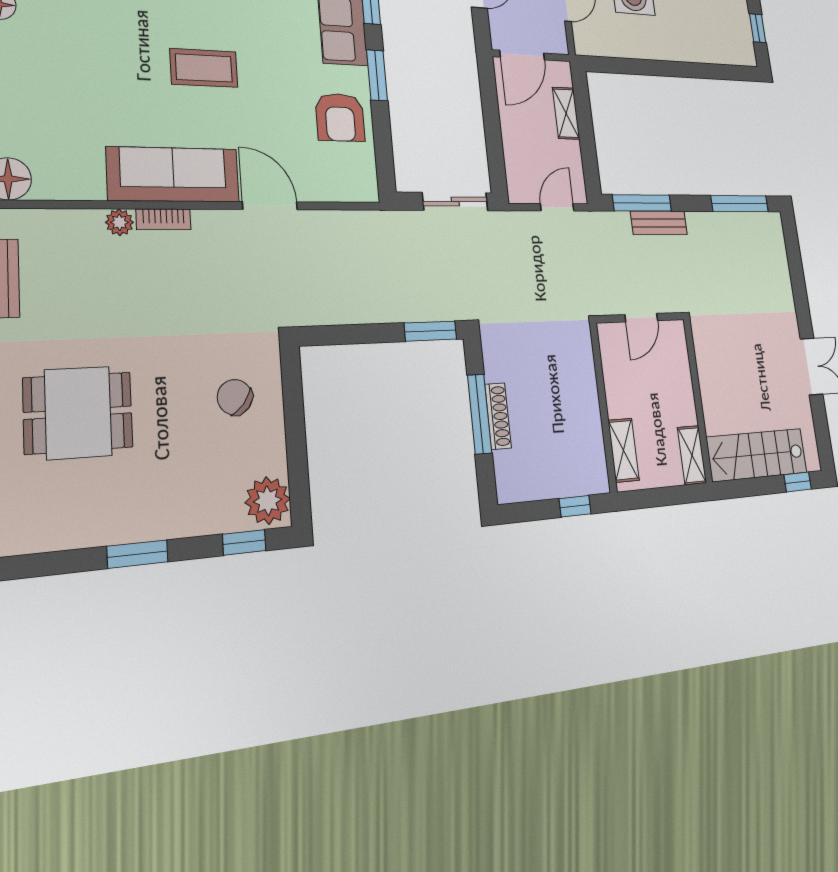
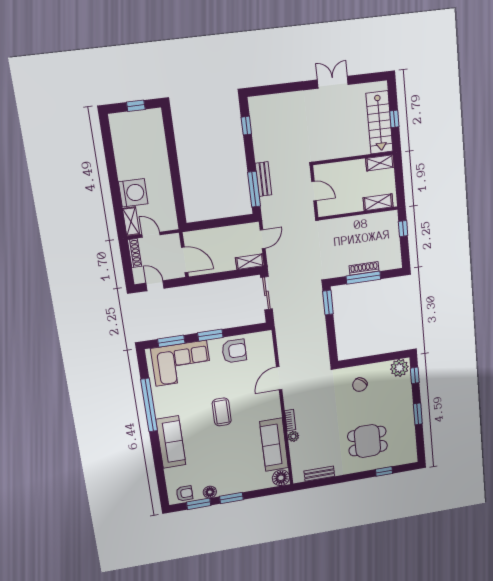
shelving: (566, 113) -> (250, 262), moved
sofa: (173, 174) -> (274, 445), moved
window: (740, 204) -> (246, 126), width x0.46
door: (557, 207) -> (263, 239), swing flipped
dining table: (78, 413) -> (367, 441), turned 90
window: (798, 482) -> (394, 119), moved

